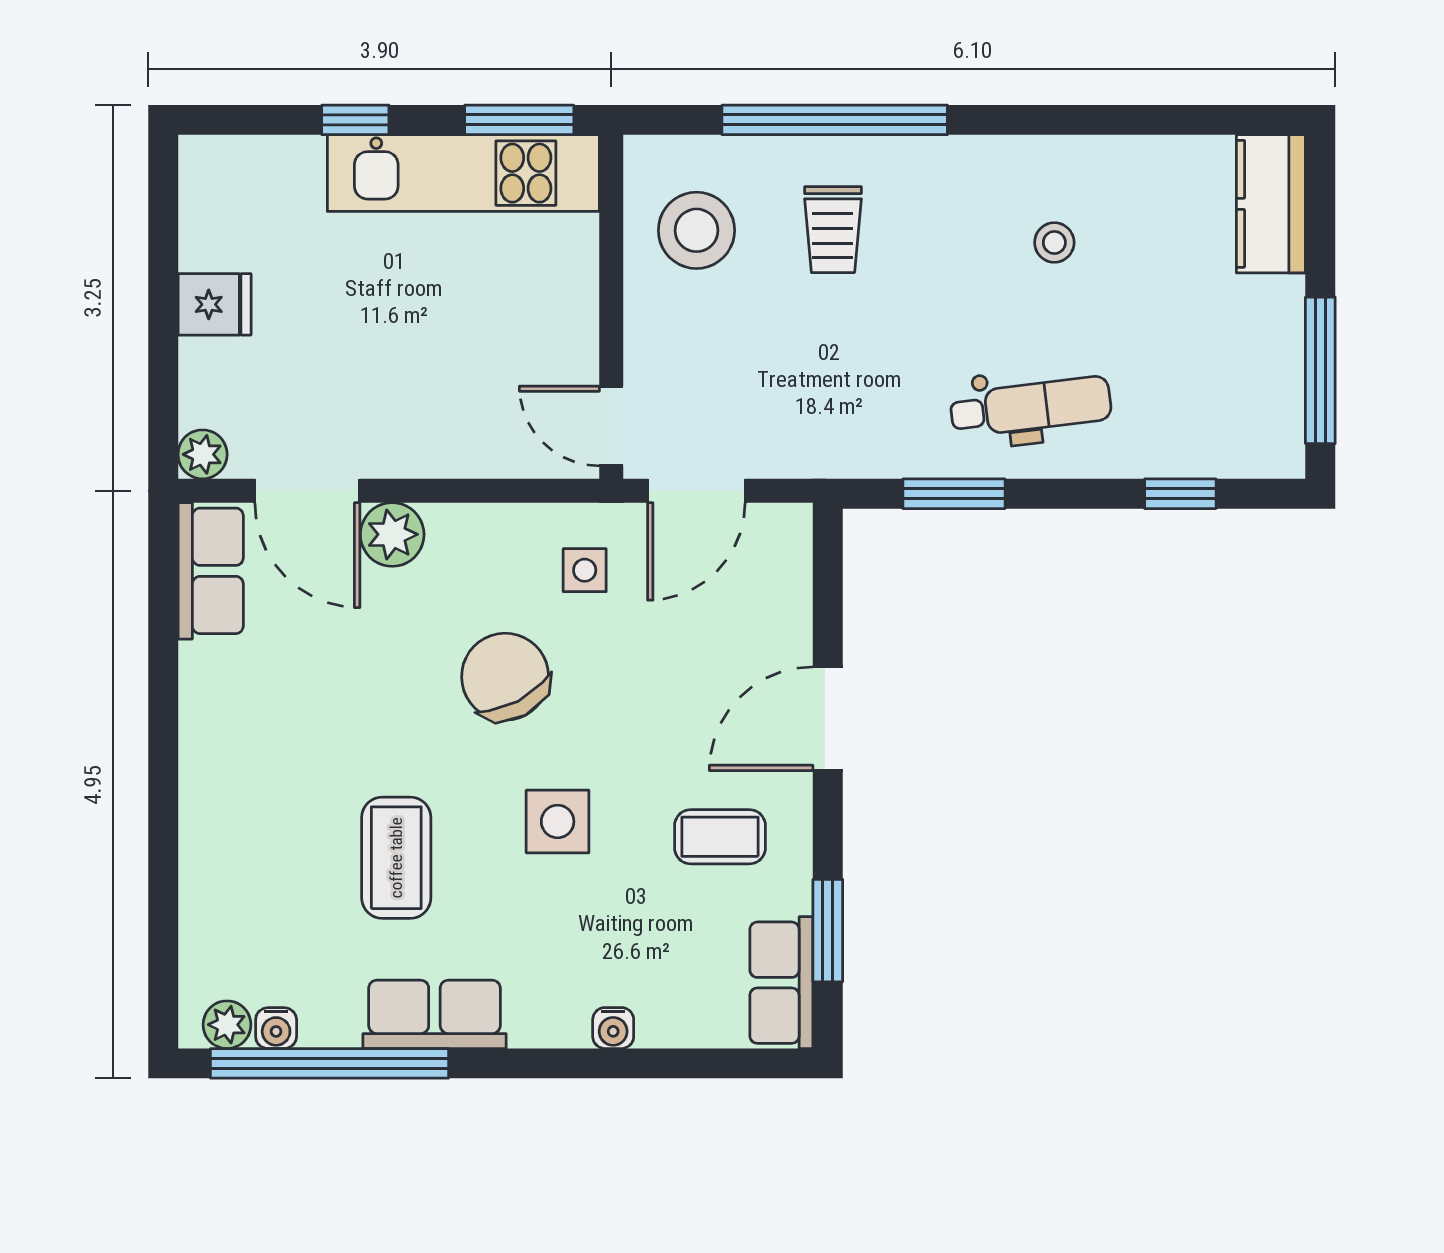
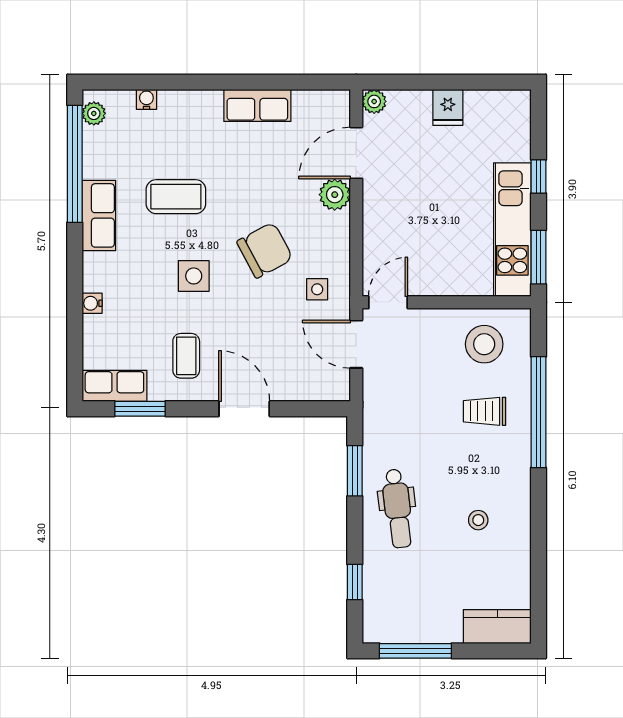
row of seats: (211, 571) -> (257, 105), moved
water cooler: (276, 1028) -> (146, 99), moved, turned 90

